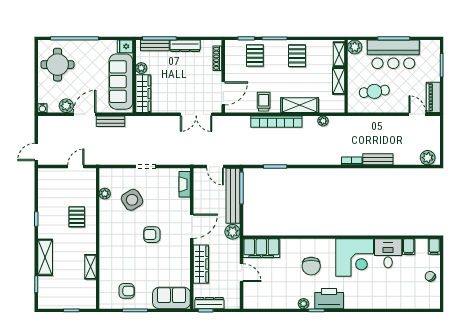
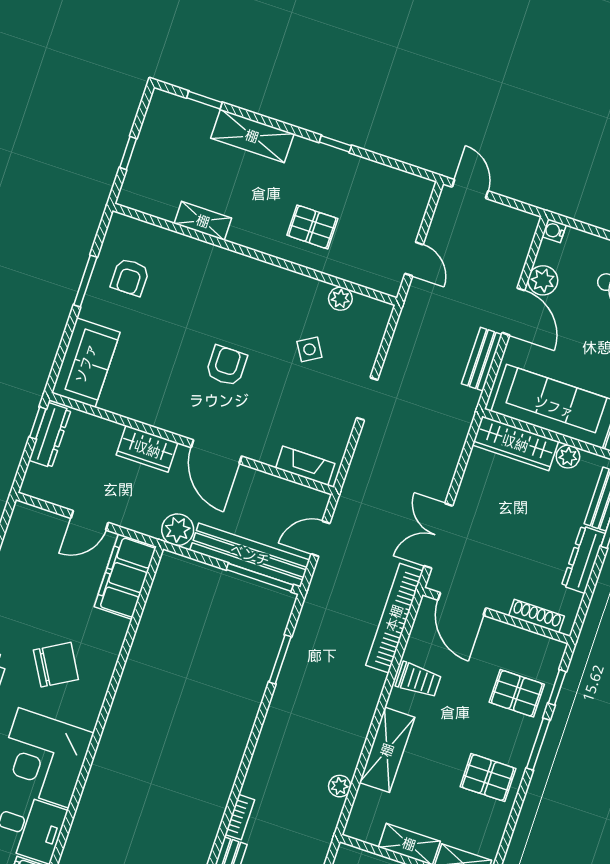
bookcase: (276, 122) -> (394, 618), moved
side table: (132, 200) -> (309, 349), width x0.54, depth x0.54
wardrobe: (201, 264) -> (147, 449), width x0.67
chair: (311, 266) -> (56, 665), turned 150

